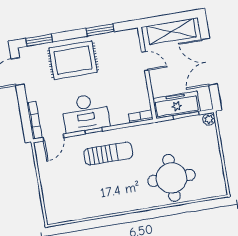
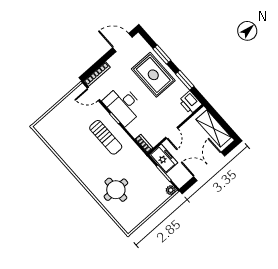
printer: (128, 39) -> (190, 102), added
window: (39, 40) -> (162, 54), moved
door: (145, 61) -> (172, 133), moved
freezer: (177, 105) -> (163, 159), width x0.71
round table: (171, 178) -> (116, 190), width x0.73, depth x0.73

